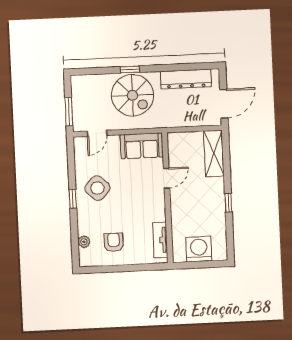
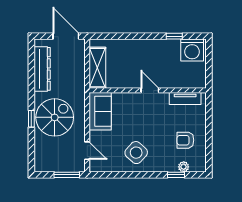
shelving: (214, 153) -> (97, 68), moved, turned 90
door: (167, 178) -> (150, 90), moved
window: (73, 199) -> (176, 175), moved
window: (228, 203) -> (174, 36), moved
washing machine: (199, 249) -> (192, 50), moved, turned -90

